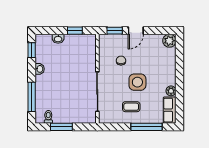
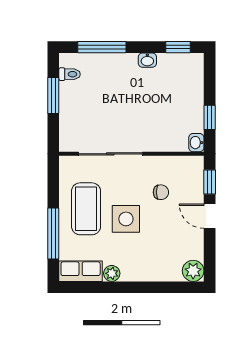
washbasin: (58, 39) -> (196, 143), moved
coffee table: (131, 107) -> (86, 209), width x1.86, depth x1.72

